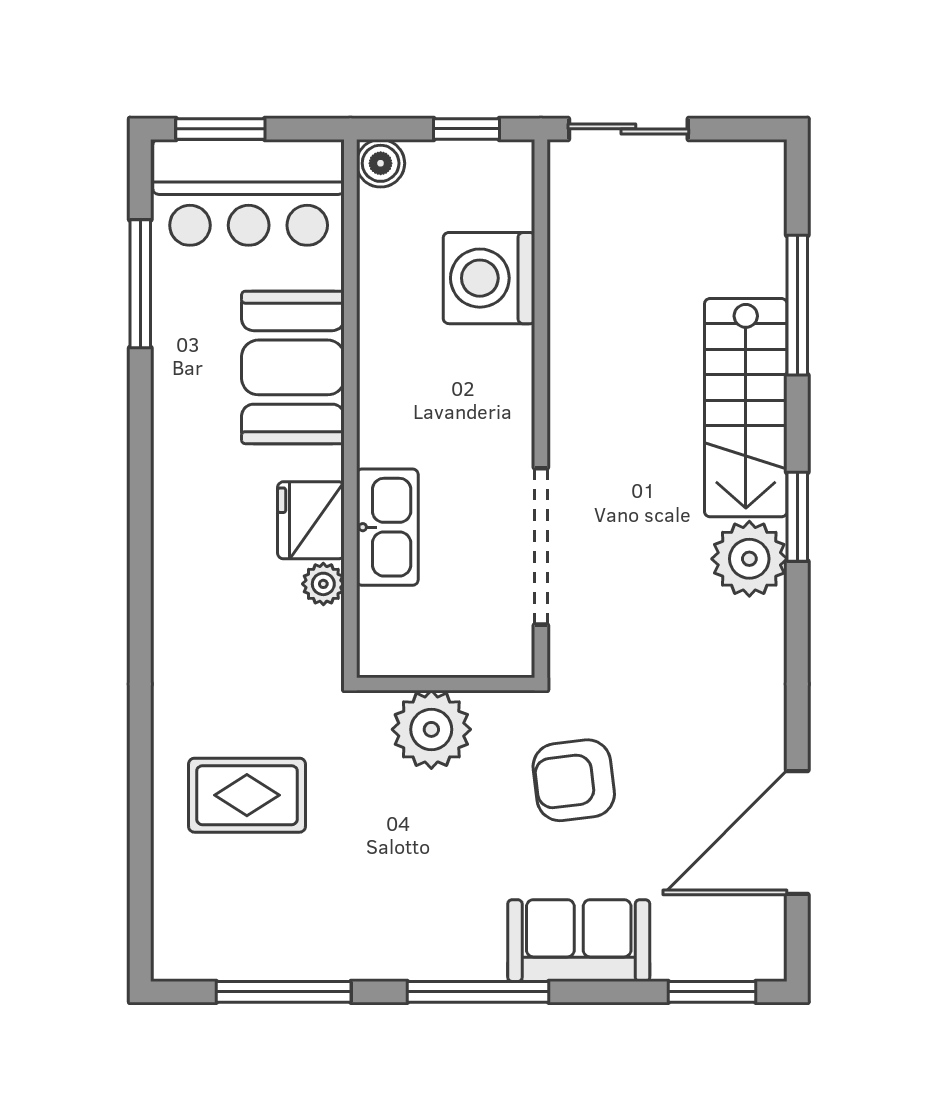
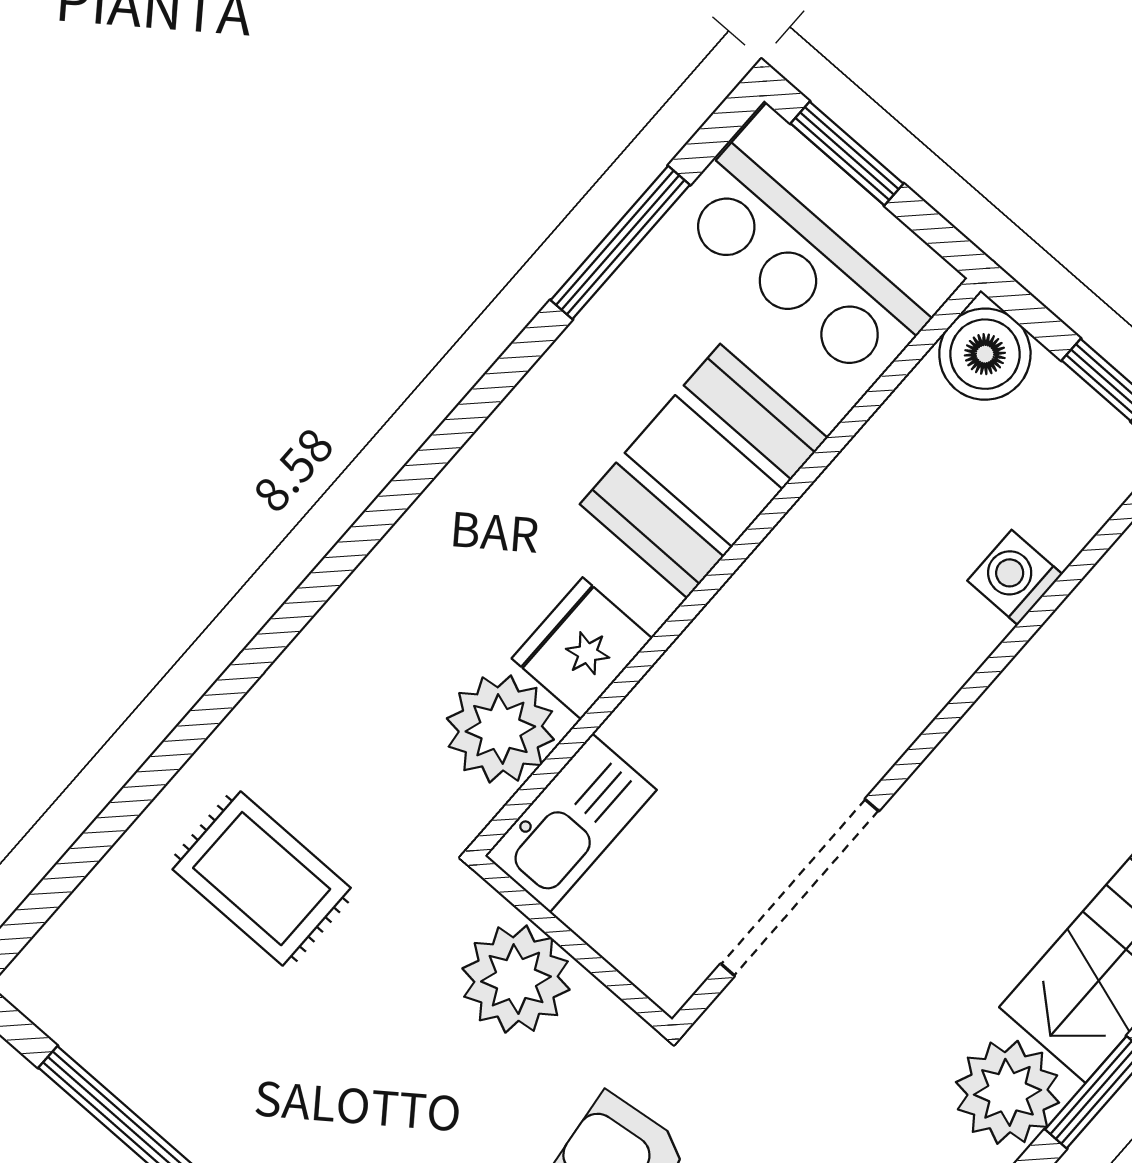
boiler: (381, 163) -> (985, 354), width x1.36, depth x1.36
washing machine: (489, 278) -> (1015, 577), width x0.53, depth x0.53
kitchen sink: (387, 527) -> (571, 823), moved
plant: (323, 584) -> (500, 729), width x1.87, depth x1.87

